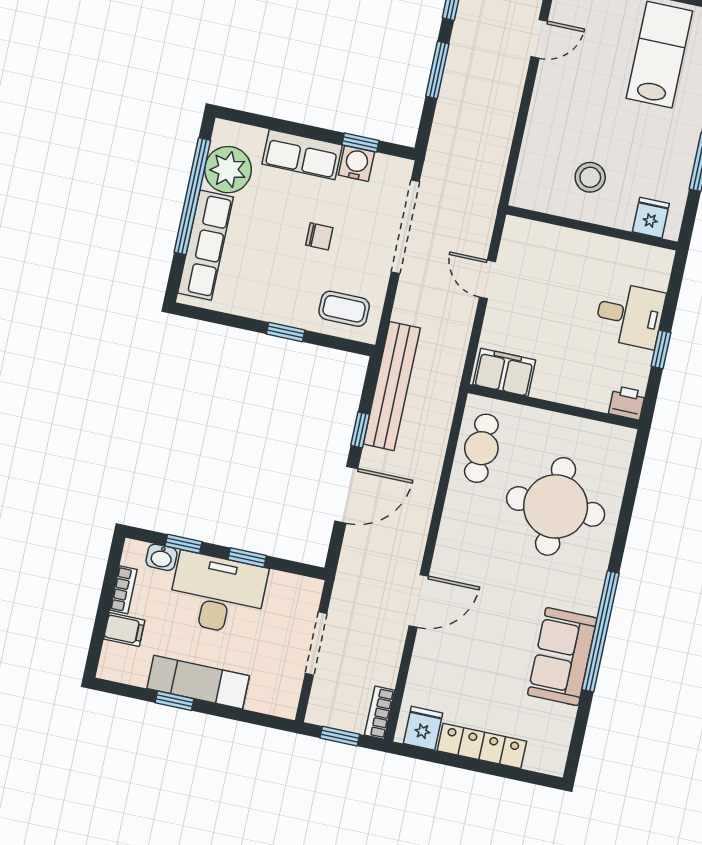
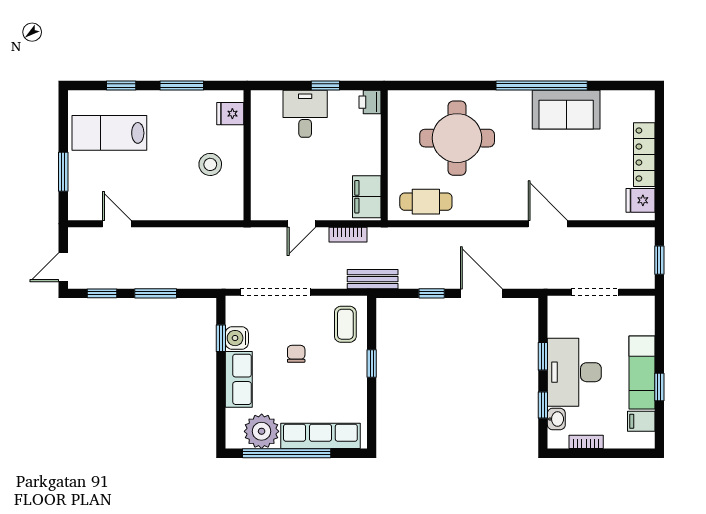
bench: (392, 386) -> (373, 279), width x0.54, depth x0.82
filing cabinet: (124, 630) -> (641, 421), moved, turned -90
bookcase: (380, 713) -> (348, 235), moved

